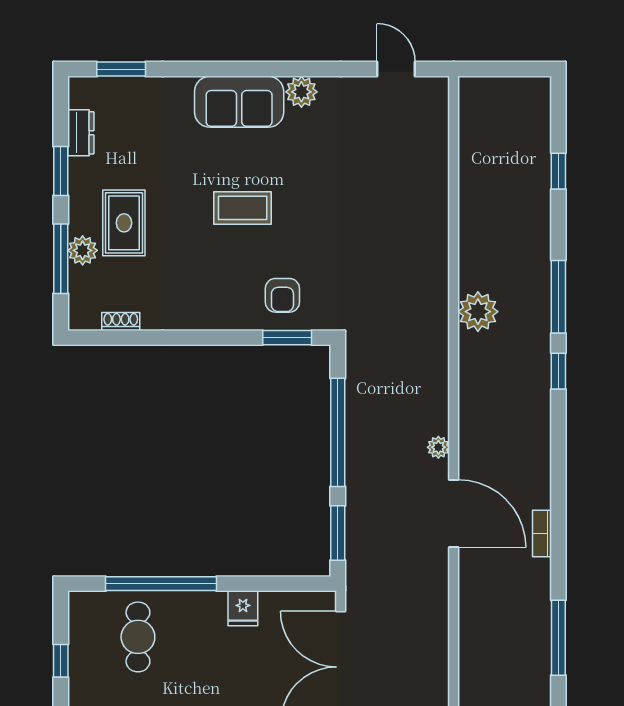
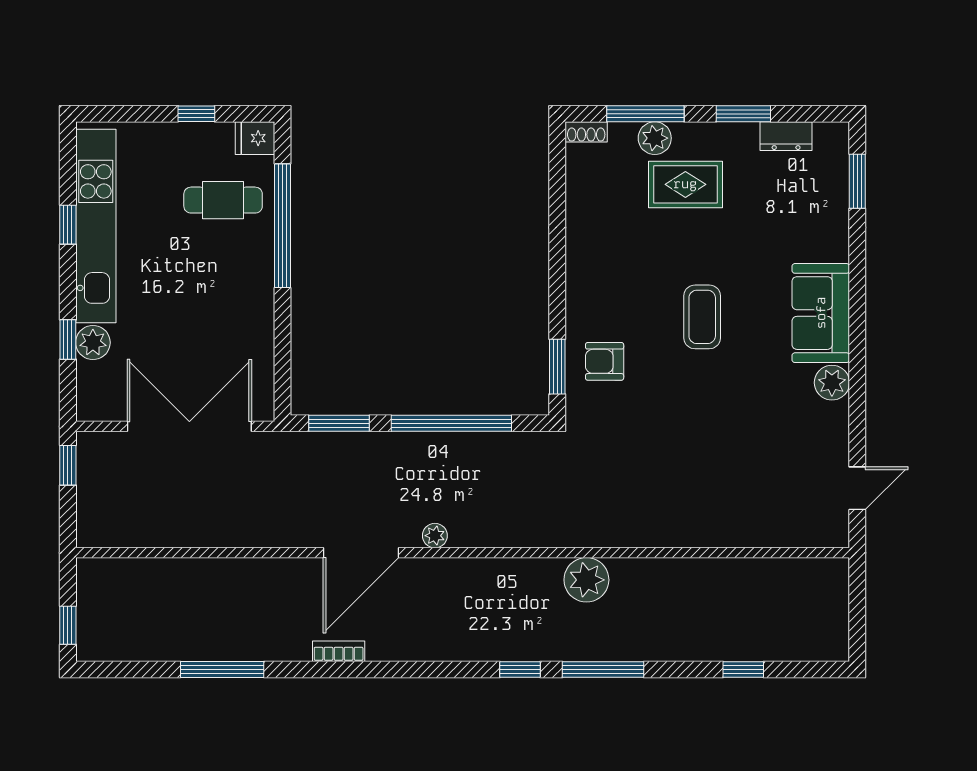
shoe rack: (121, 321) -> (586, 132), moved, turned 90
fridge: (243, 608) -> (255, 138), moved

